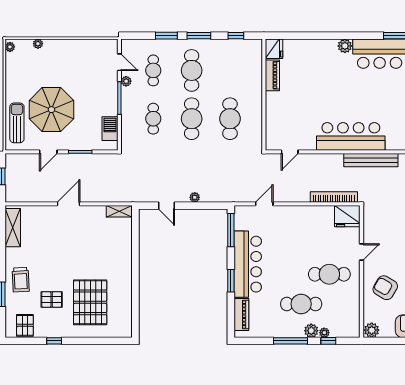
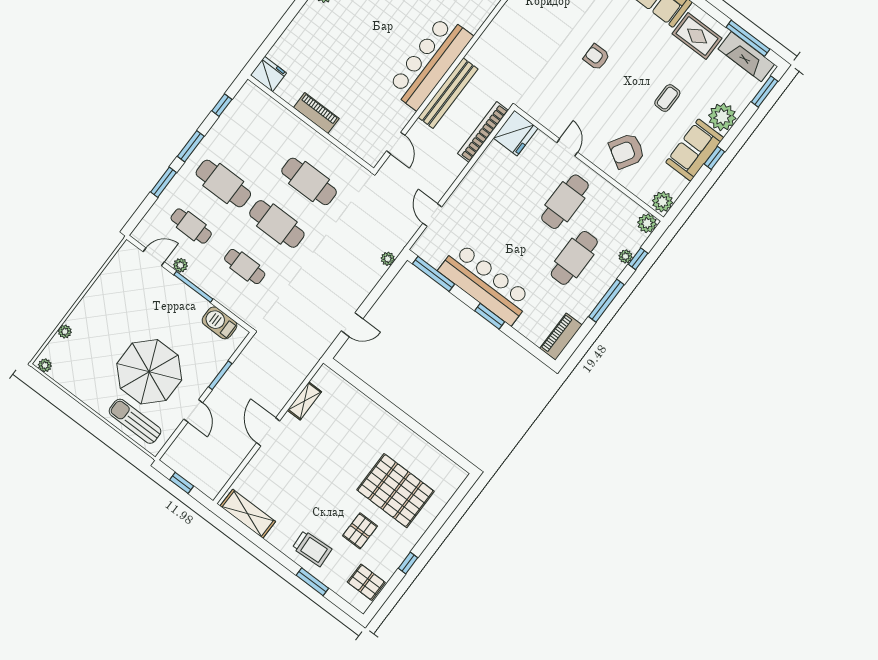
piano: (272, 75) -> (316, 113), moved
bench: (371, 160) -> (448, 93), moved
plant: (195, 197) -> (388, 259), moved
shelving: (119, 211) -> (304, 401), moved
piano: (241, 314) -> (561, 337), moved, turned -90
plant: (311, 331) -> (647, 223), moved

